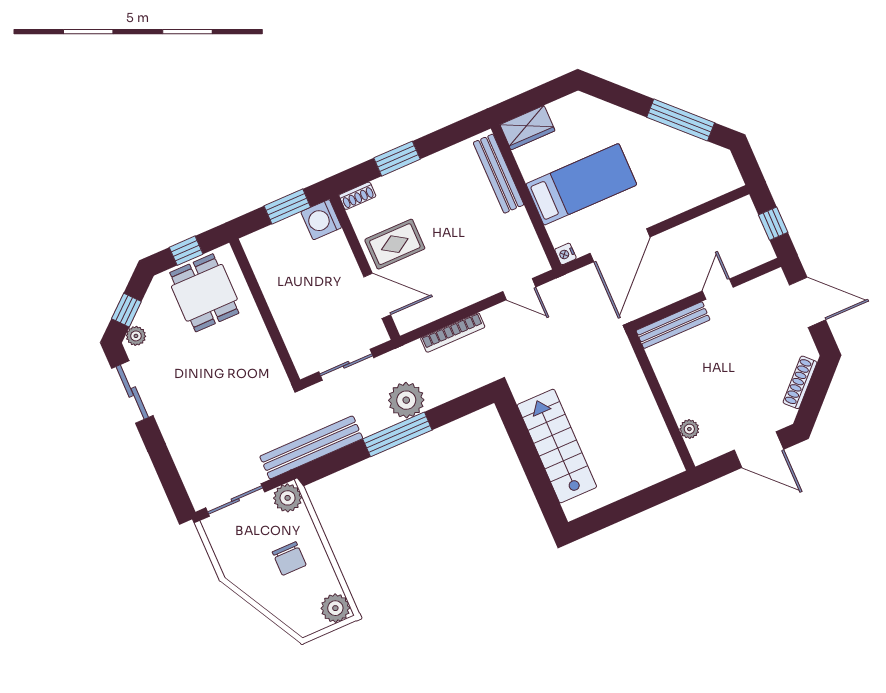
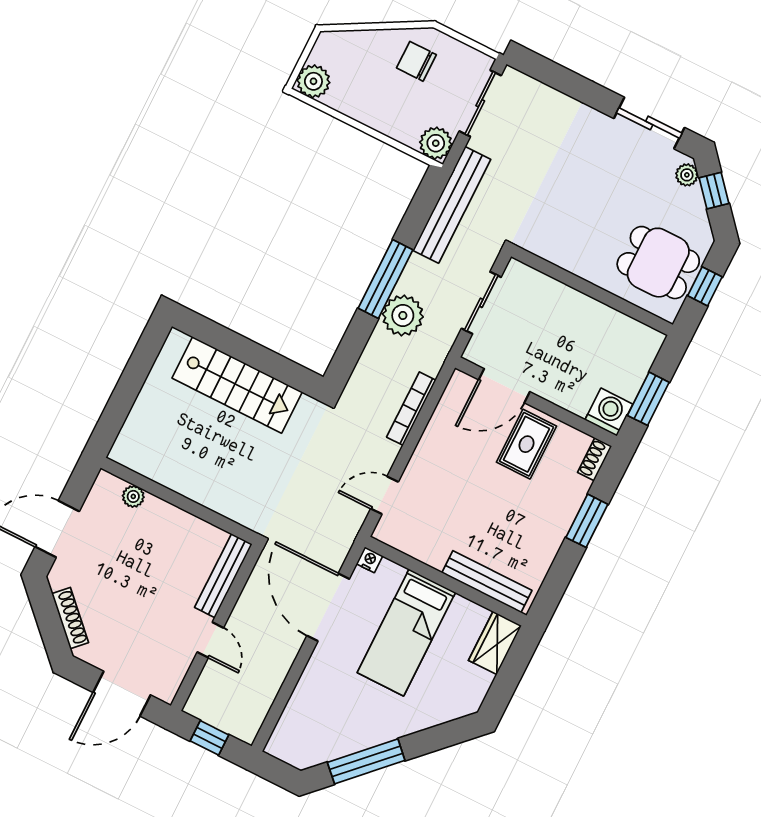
chair: (289, 559) -> (416, 61), moved

